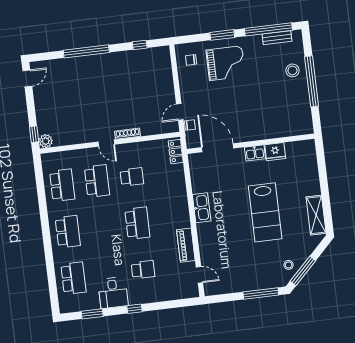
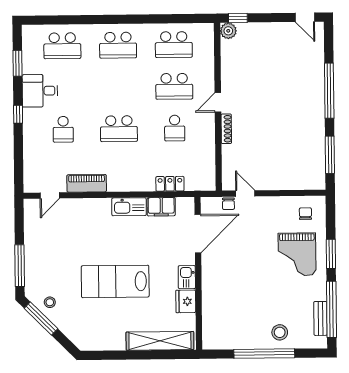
window: (140, 45) -> (330, 155), width x2.17
locker: (176, 152) -> (170, 184), moved
filing cabinet: (199, 181) -> (161, 207), added
shelving: (316, 215) -> (160, 341), moved, width x1.47

